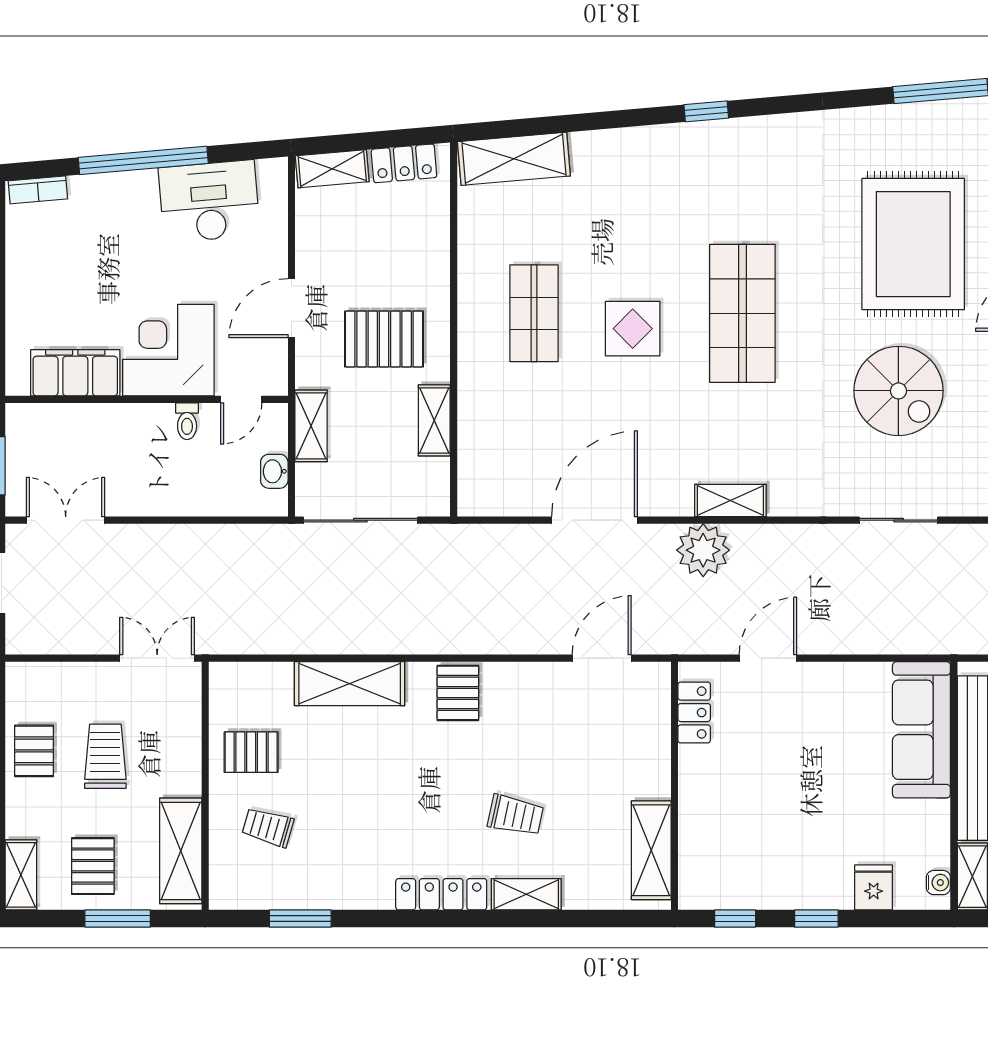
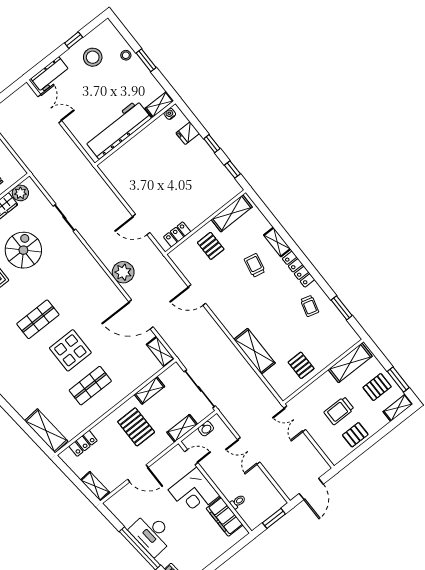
locker: (404, 163) -> (83, 443), moved, turned 95
desk: (209, 201) -> (152, 534), moved
door: (292, 308) -> (138, 473), moved
shop shelf: (742, 313) -> (38, 319), width x0.70, depth x0.74
display table: (633, 329) -> (70, 350), width x1.36, depth x1.36
toilet: (187, 421) -> (238, 502), moved
shelving: (730, 501) -> (160, 352), moved
double door: (66, 520) -> (249, 451), moved
door: (602, 658) -> (197, 295), moved
pallet: (458, 693) -> (211, 246), moved, turned 90
sofa: (921, 730) -> (125, 158), removed
trolley: (268, 827) -> (310, 306), moved
window: (118, 919) -> (398, 379), moved

